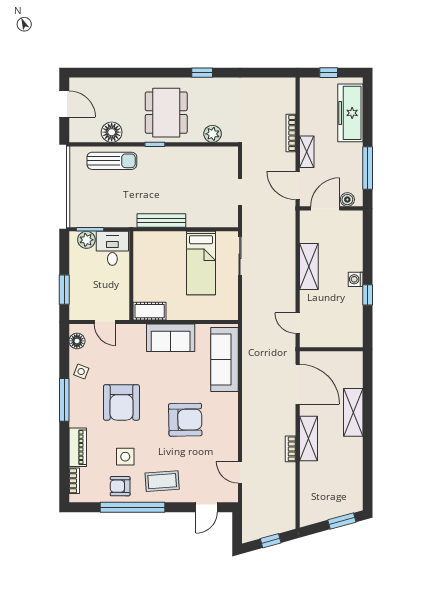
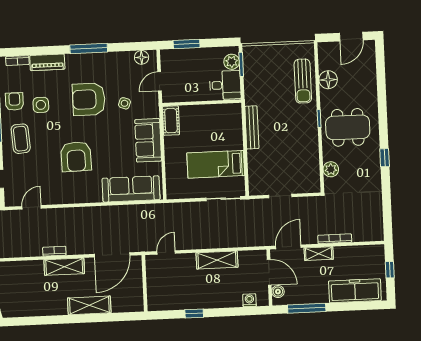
washing machine: (356, 279) -> (249, 300), moved
side table: (81, 372) -> (124, 103), moved

